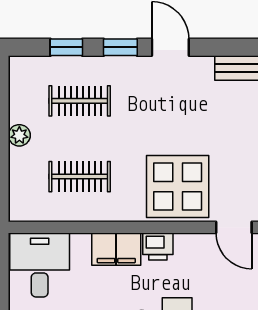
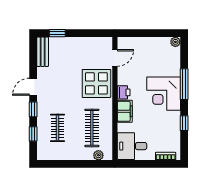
plant: (19, 135) -> (98, 155), moved
clothes rail: (80, 177) -> (92, 128), width x1.36

